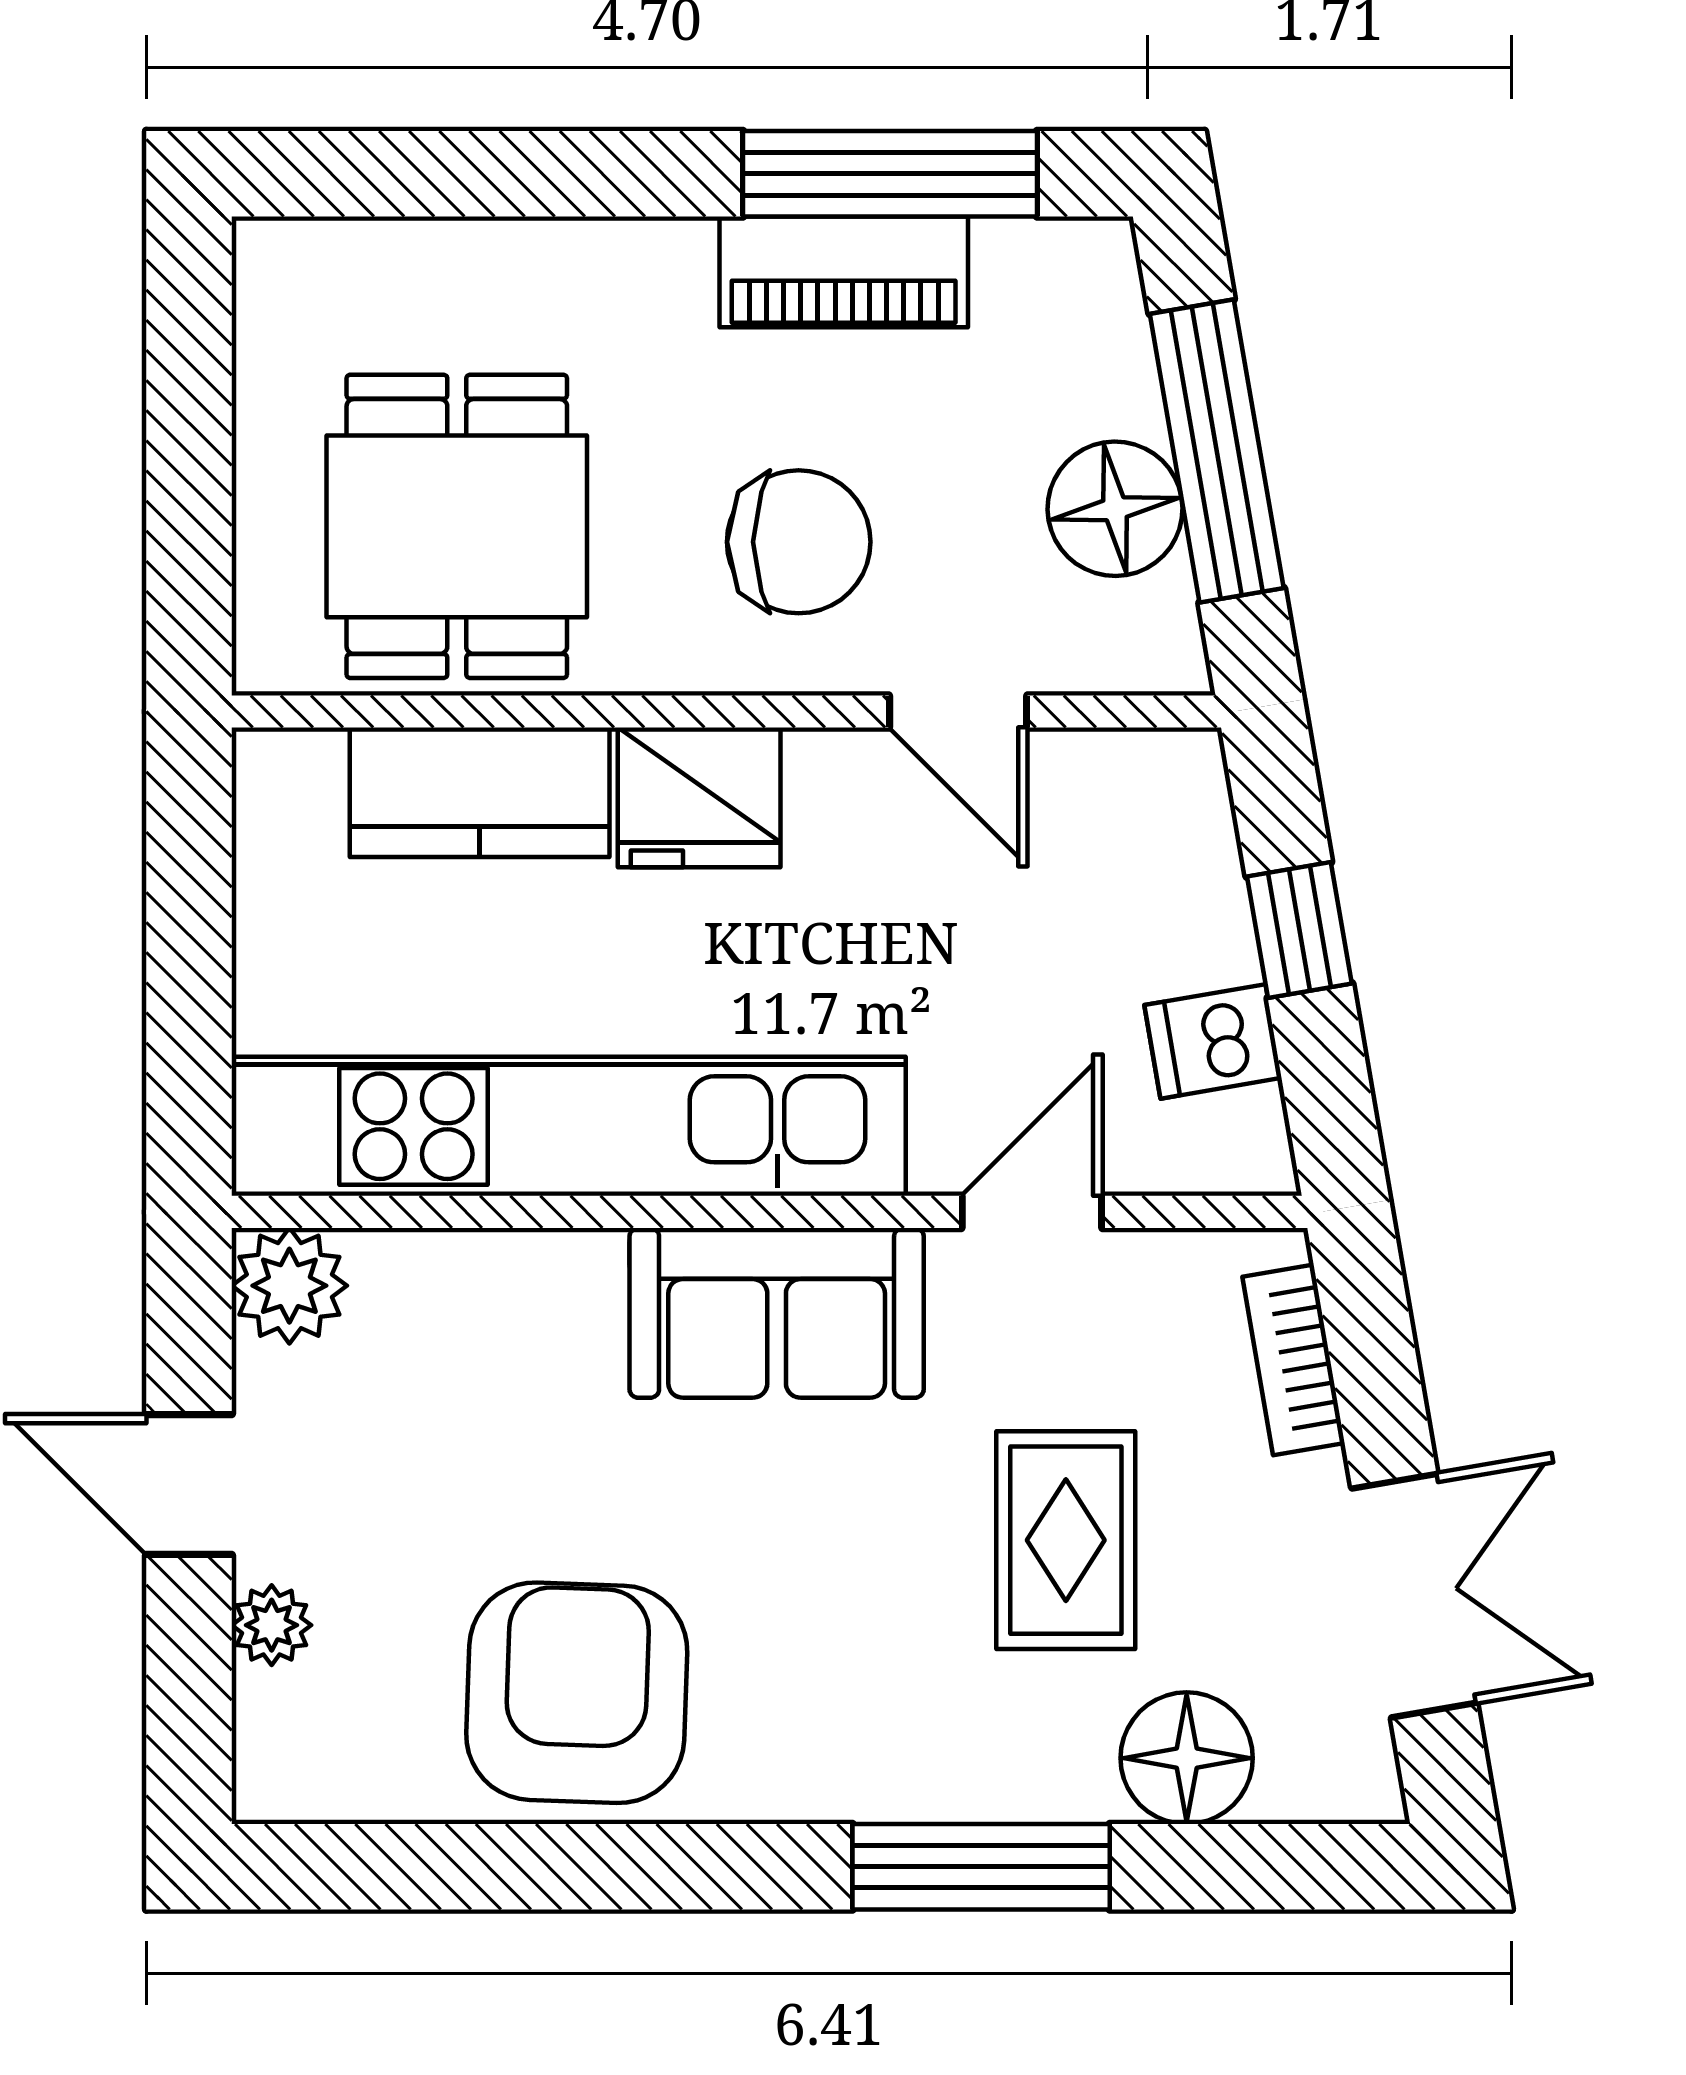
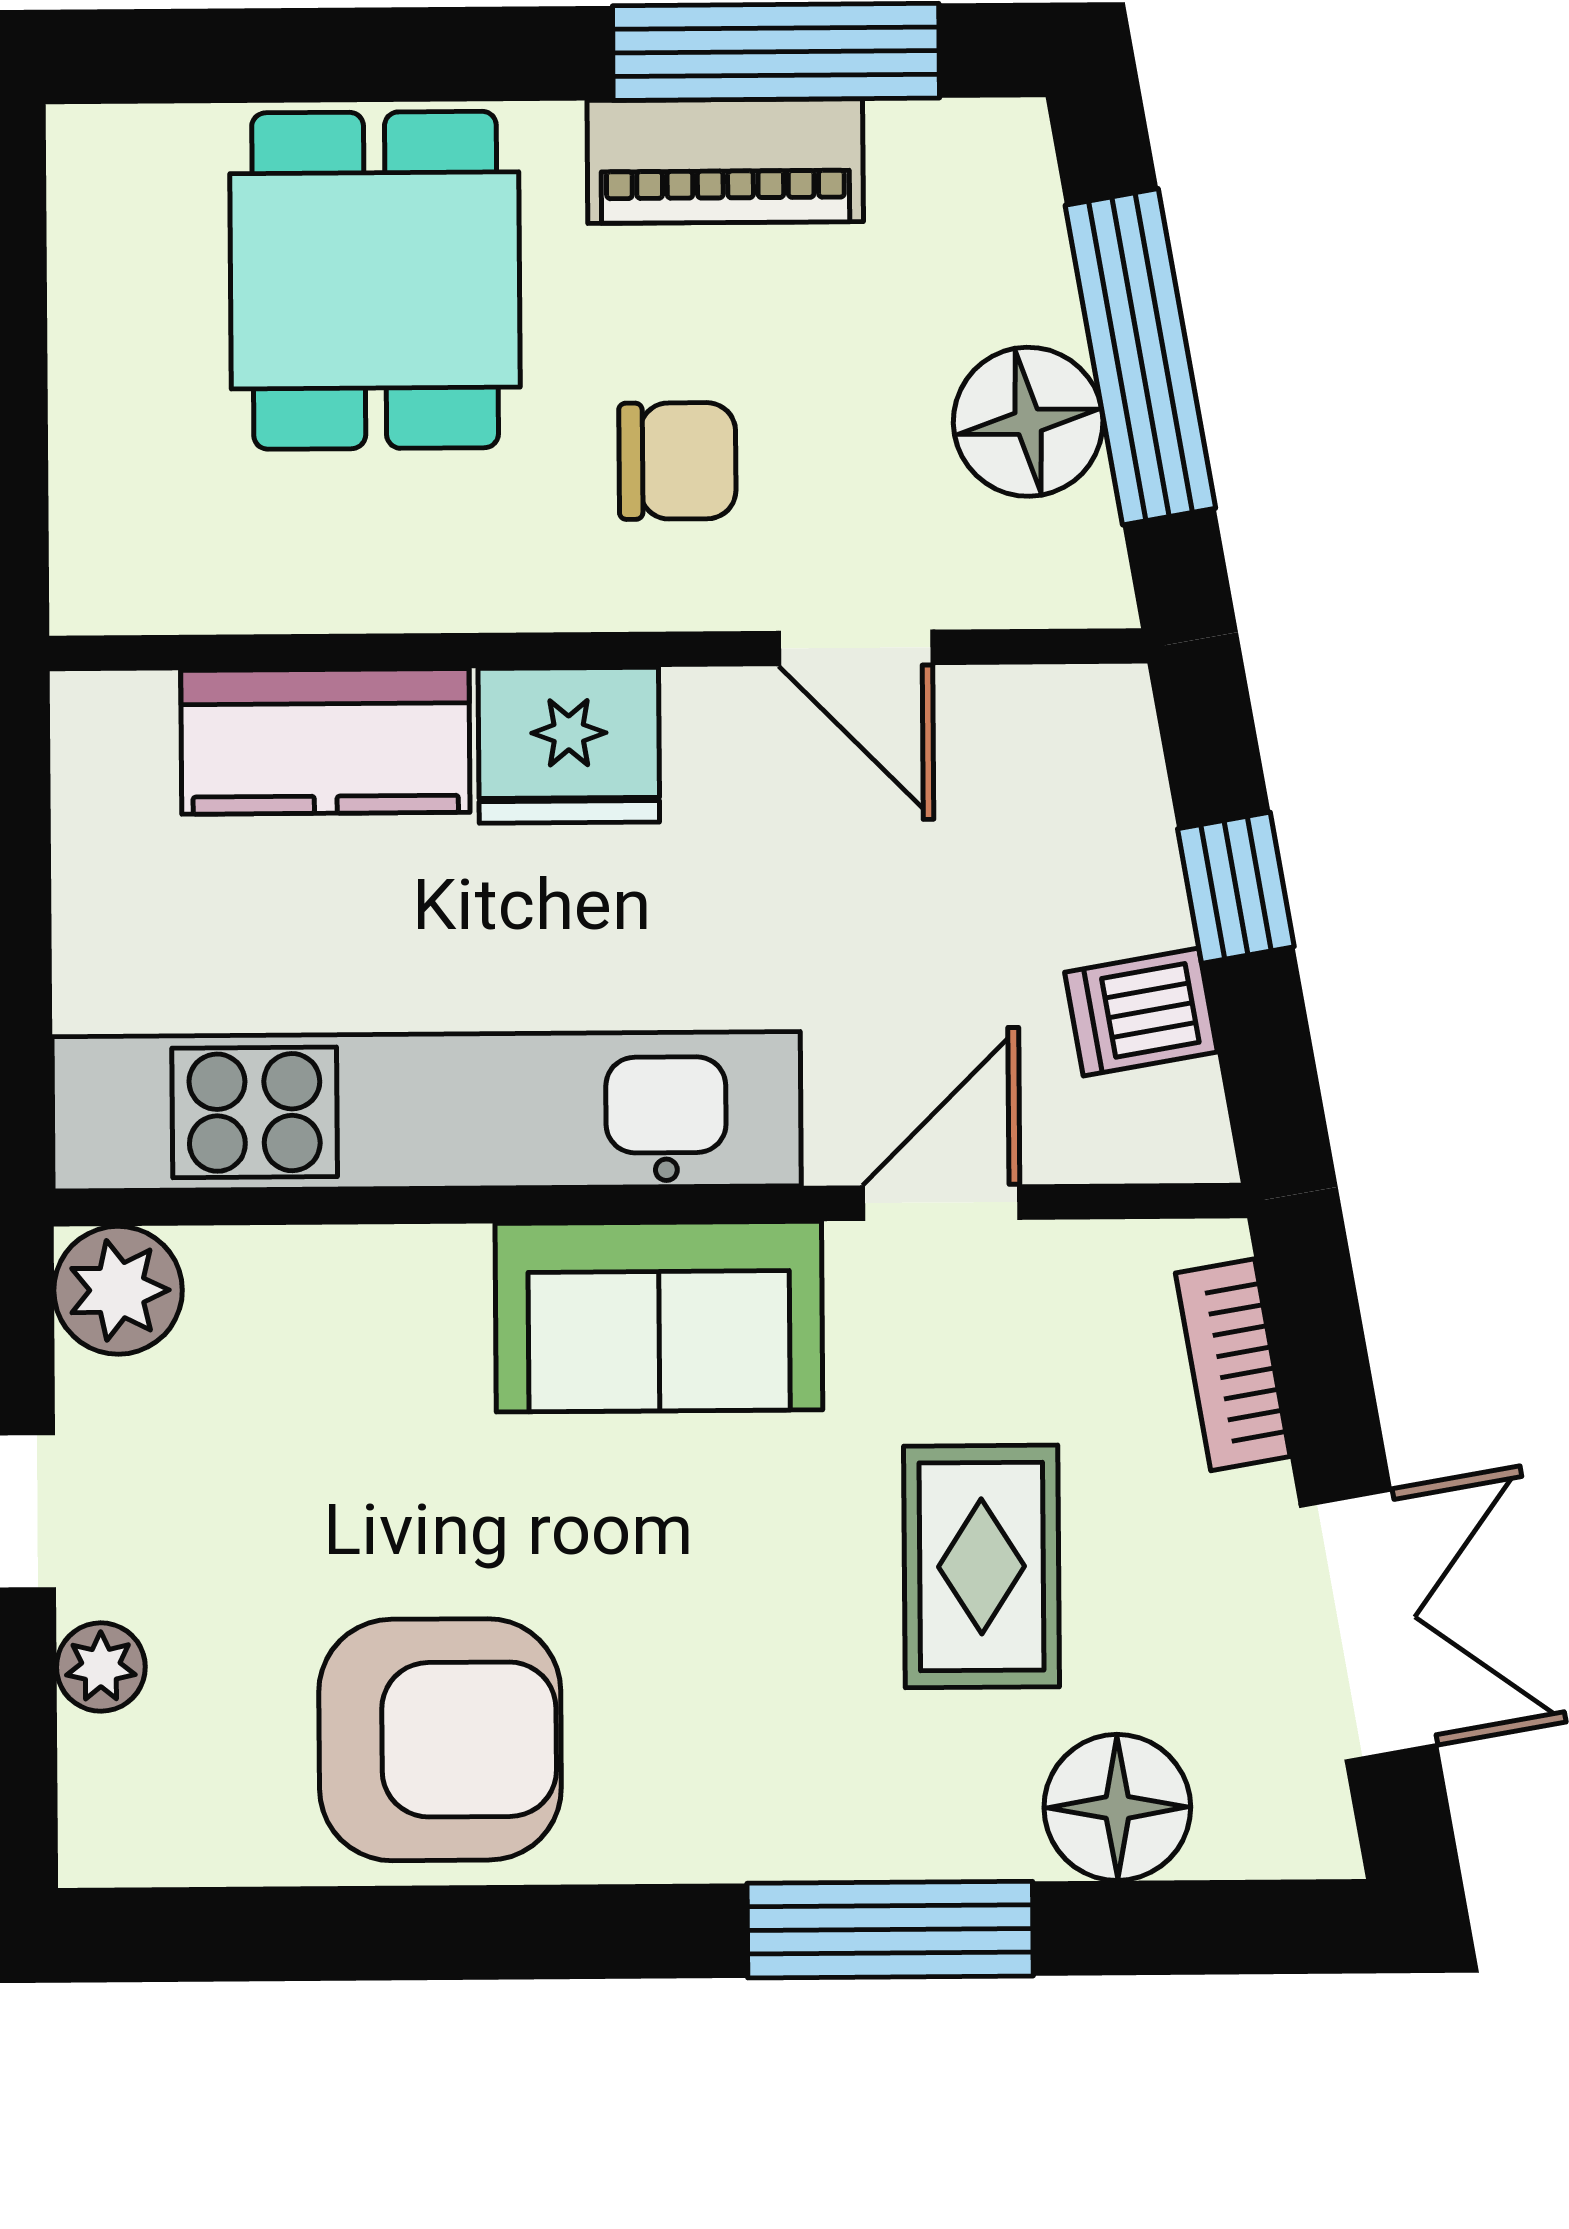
dining table: (457, 526) -> (375, 280), moved
chair: (799, 542) -> (677, 461), width x0.73, depth x0.73
armchair: (577, 1693) -> (440, 1740), turned 88

